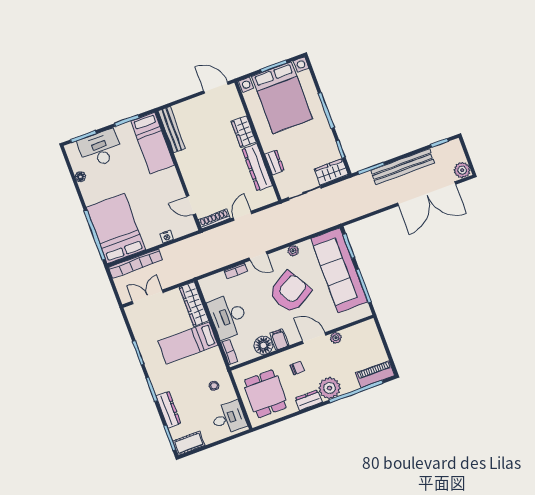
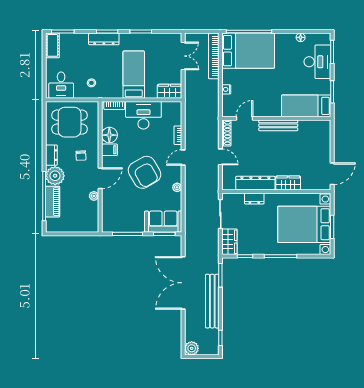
bench: (172, 130) -> (278, 125), moved
double door: (427, 194) -> (183, 283), moved
sofa: (339, 270) -> (163, 222), width x0.54, depth x0.79
wardrobe: (194, 304) -> (170, 91), width x0.67
piano: (375, 374) -> (53, 202), moved
dresser: (168, 410) -> (104, 39), moved

